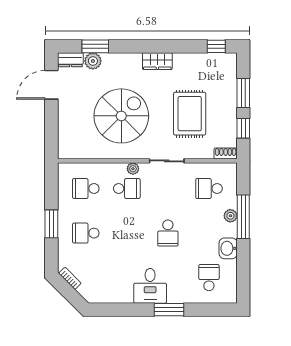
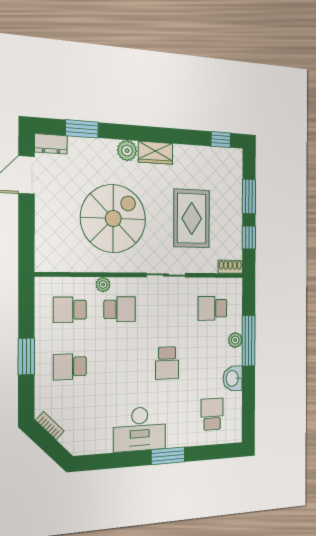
plant: (93, 61) -> (127, 151), moved
plant: (133, 169) -> (103, 285), moved
desk: (150, 286) -> (140, 429), width x1.37

